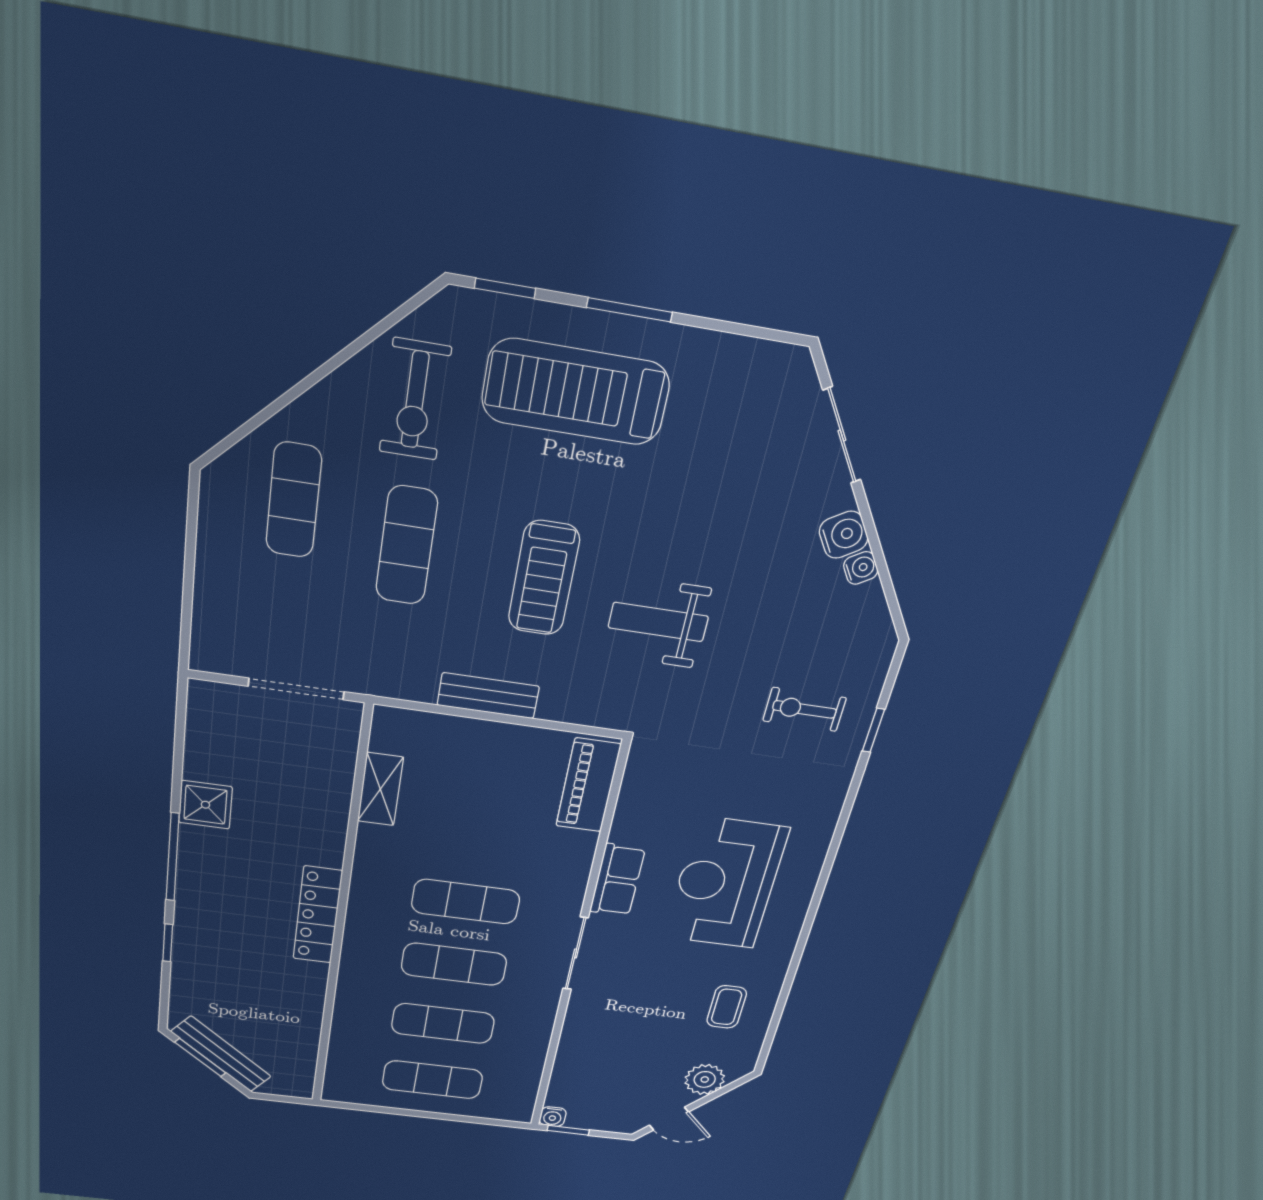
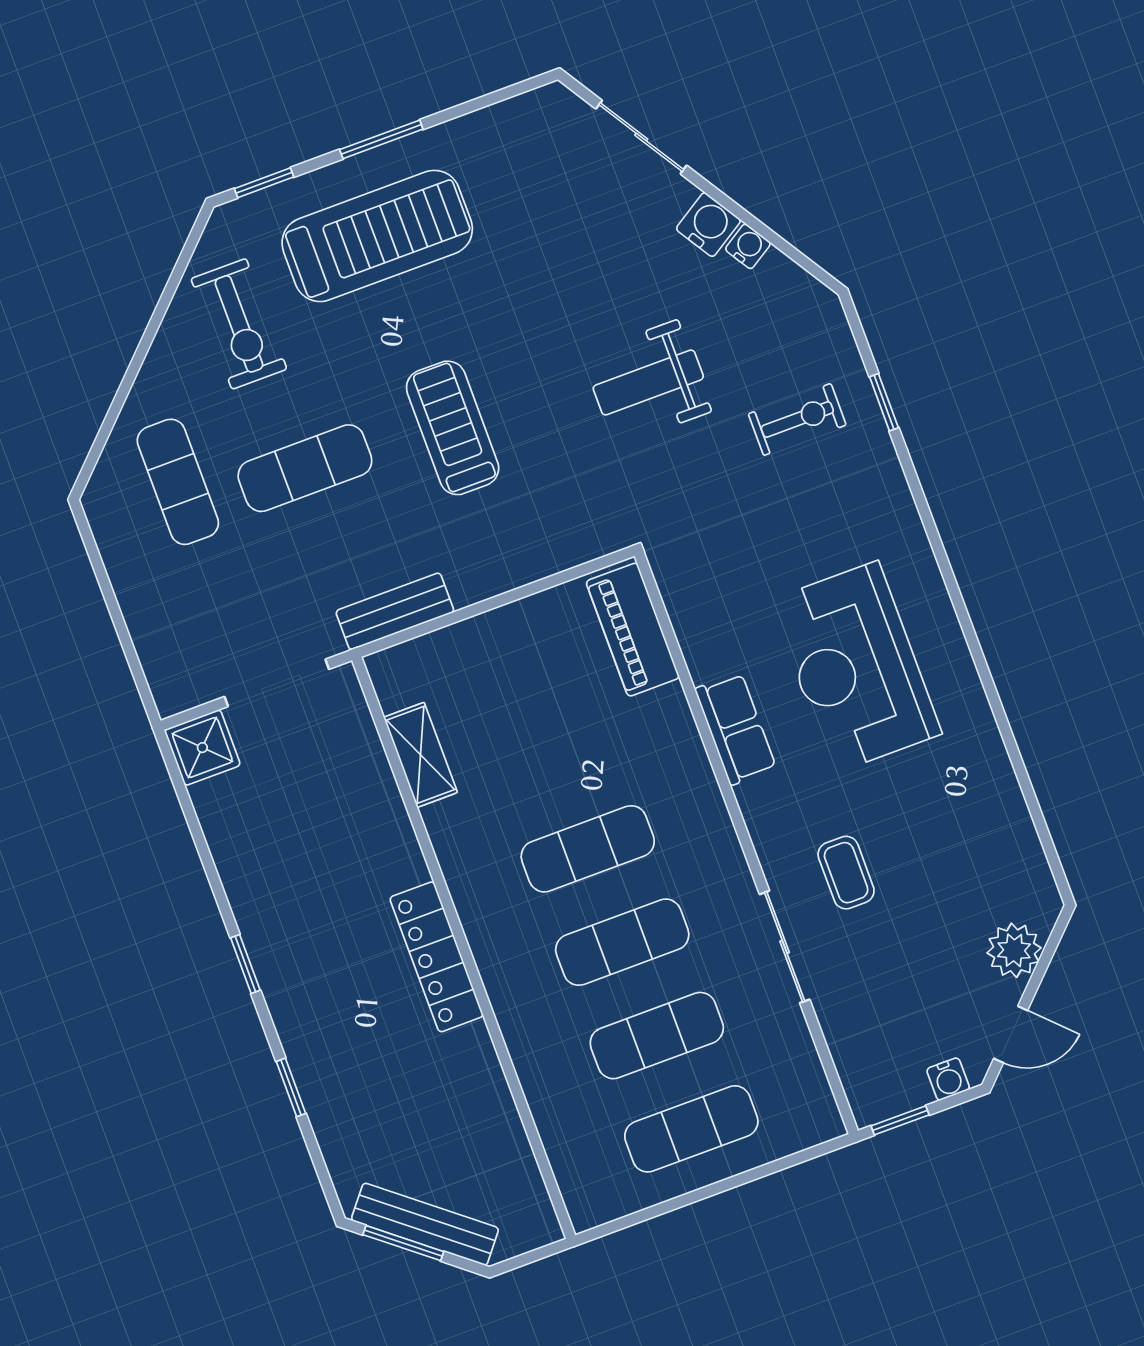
treadmill: (576, 392) -> (377, 236), turned 180
exercise mat: (407, 546) -> (305, 468), turned 90
treadmill: (544, 578) -> (453, 428), turned 180
weight bench: (658, 622) -> (648, 382), moved
bench: (488, 696) -> (395, 611), moved
exercise bike: (804, 709) -> (797, 419), turned 180
shower: (205, 805) -> (202, 748), moved
window: (173, 857) -> (245, 964), width x0.46
sliding door: (576, 953) -> (785, 947), moved
coffee table: (727, 1007) -> (846, 873), moved
water cooler: (553, 1117) -> (948, 1079), moved

